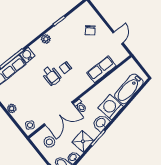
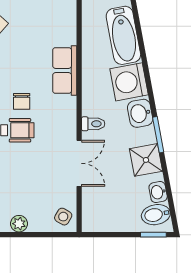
row of seats: (101, 69) -> (65, 71), moved
double door: (58, 114) -> (79, 163), width x0.73
stool: (49, 142) -> (109, 208), removed

